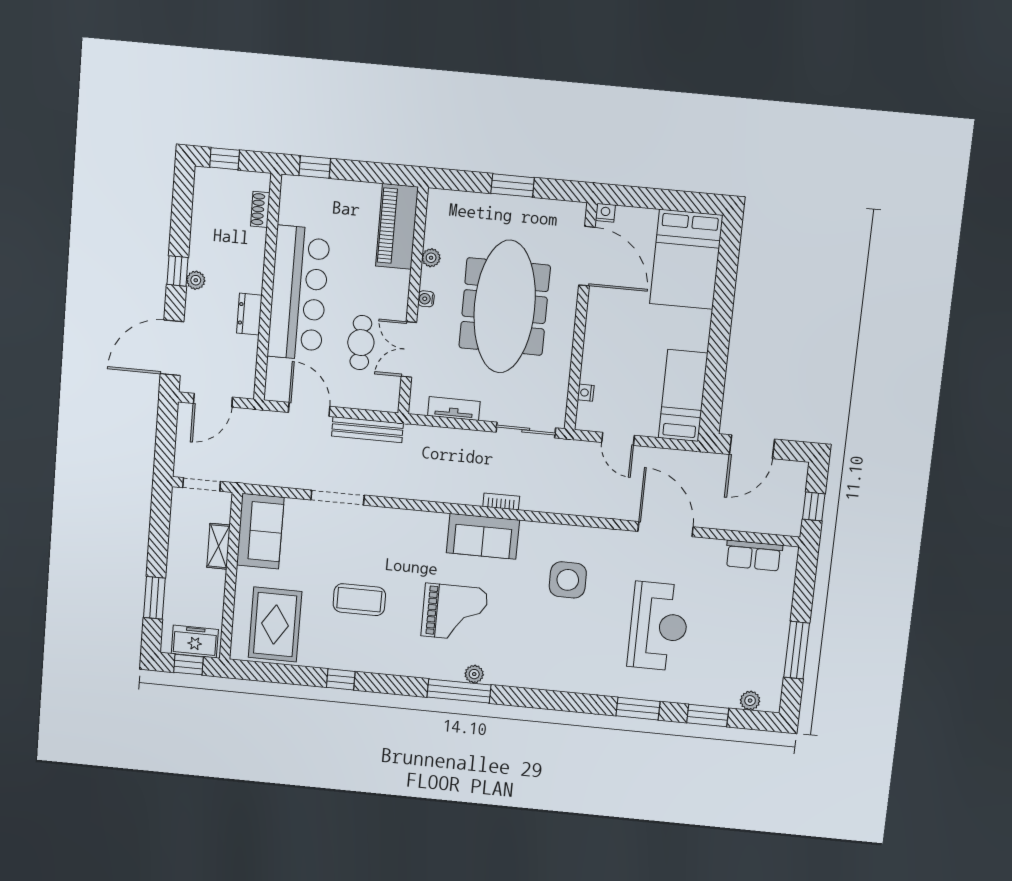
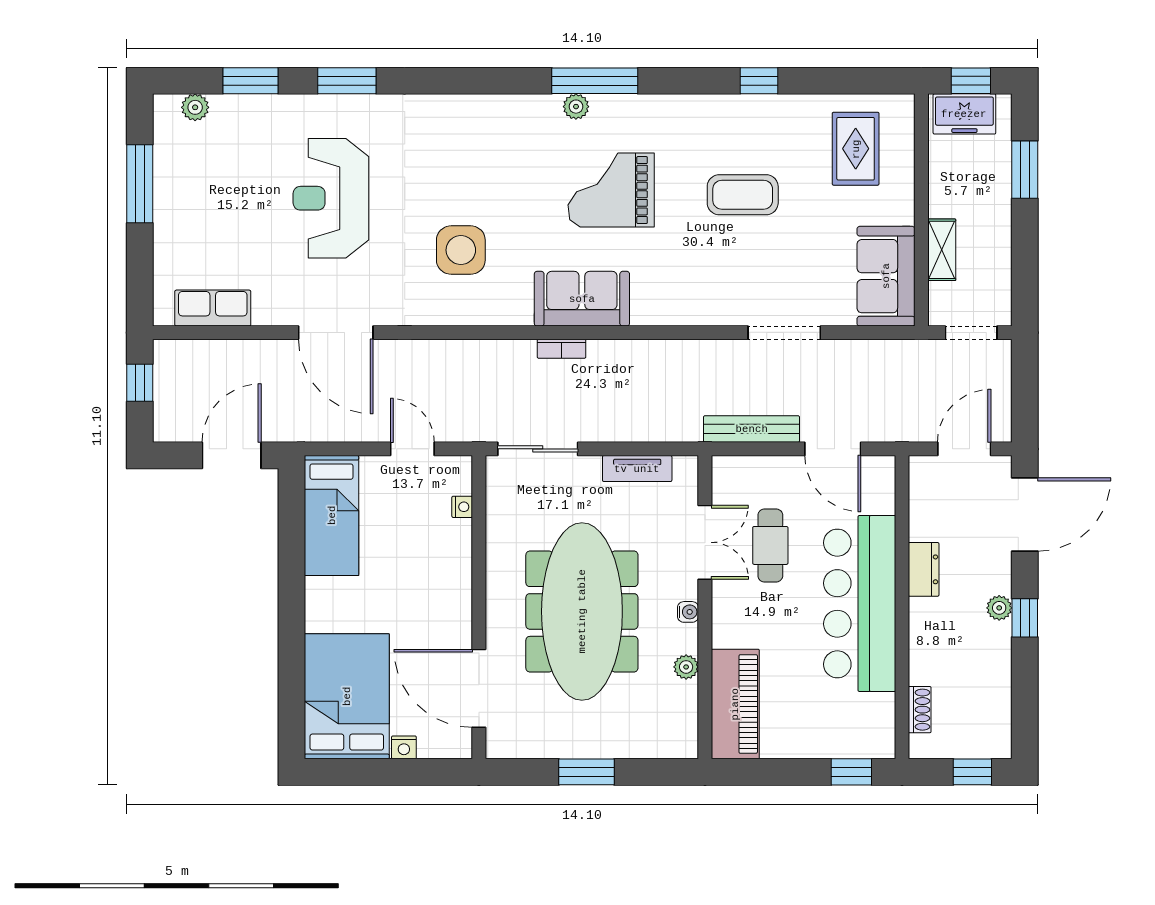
nightstand: (605, 213) -> (404, 747), moved
rug: (275, 624) -> (856, 149), width x0.73, depth x0.70

